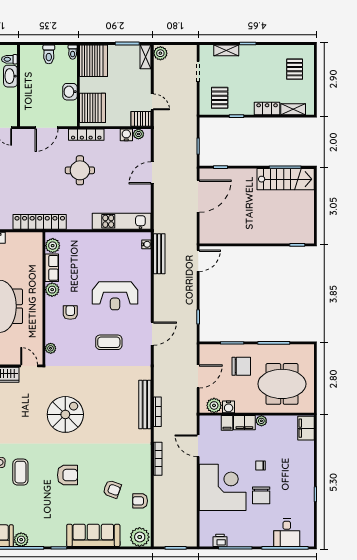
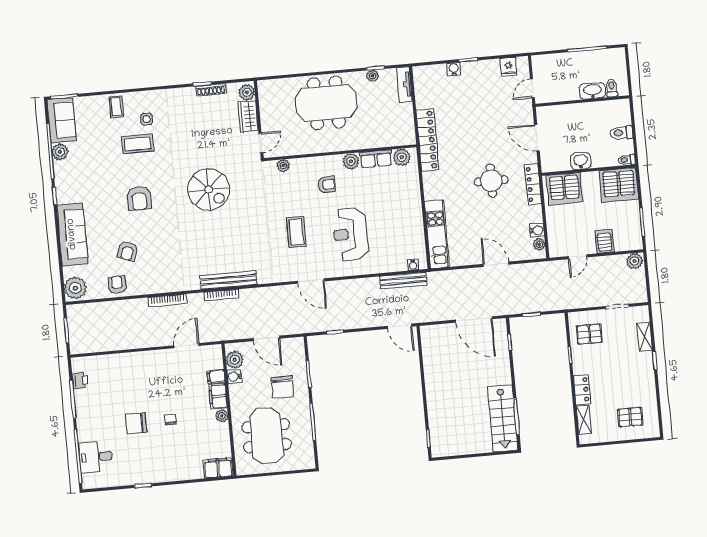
shelving: (146, 57) -> (629, 244), removed
server rack: (141, 119) -> (605, 241), moved
corner desk: (223, 487) -> (141, 378), removed

